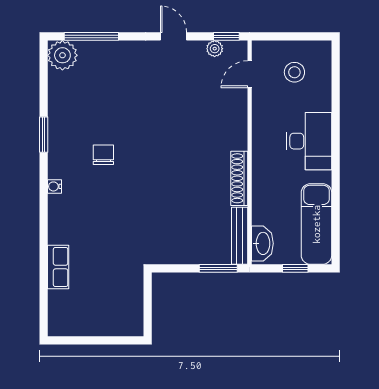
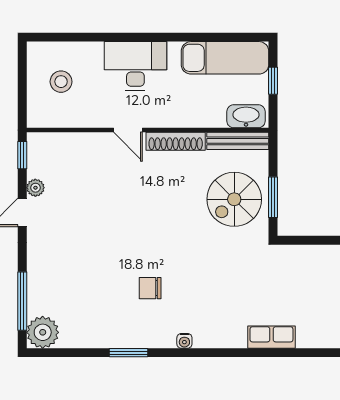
plant: (215, 49) -> (35, 188), moved
door: (250, 74) -> (128, 130), moved
spiral stairs: (186, 233) -> (234, 199), added
window: (218, 268) -> (273, 197), moved

